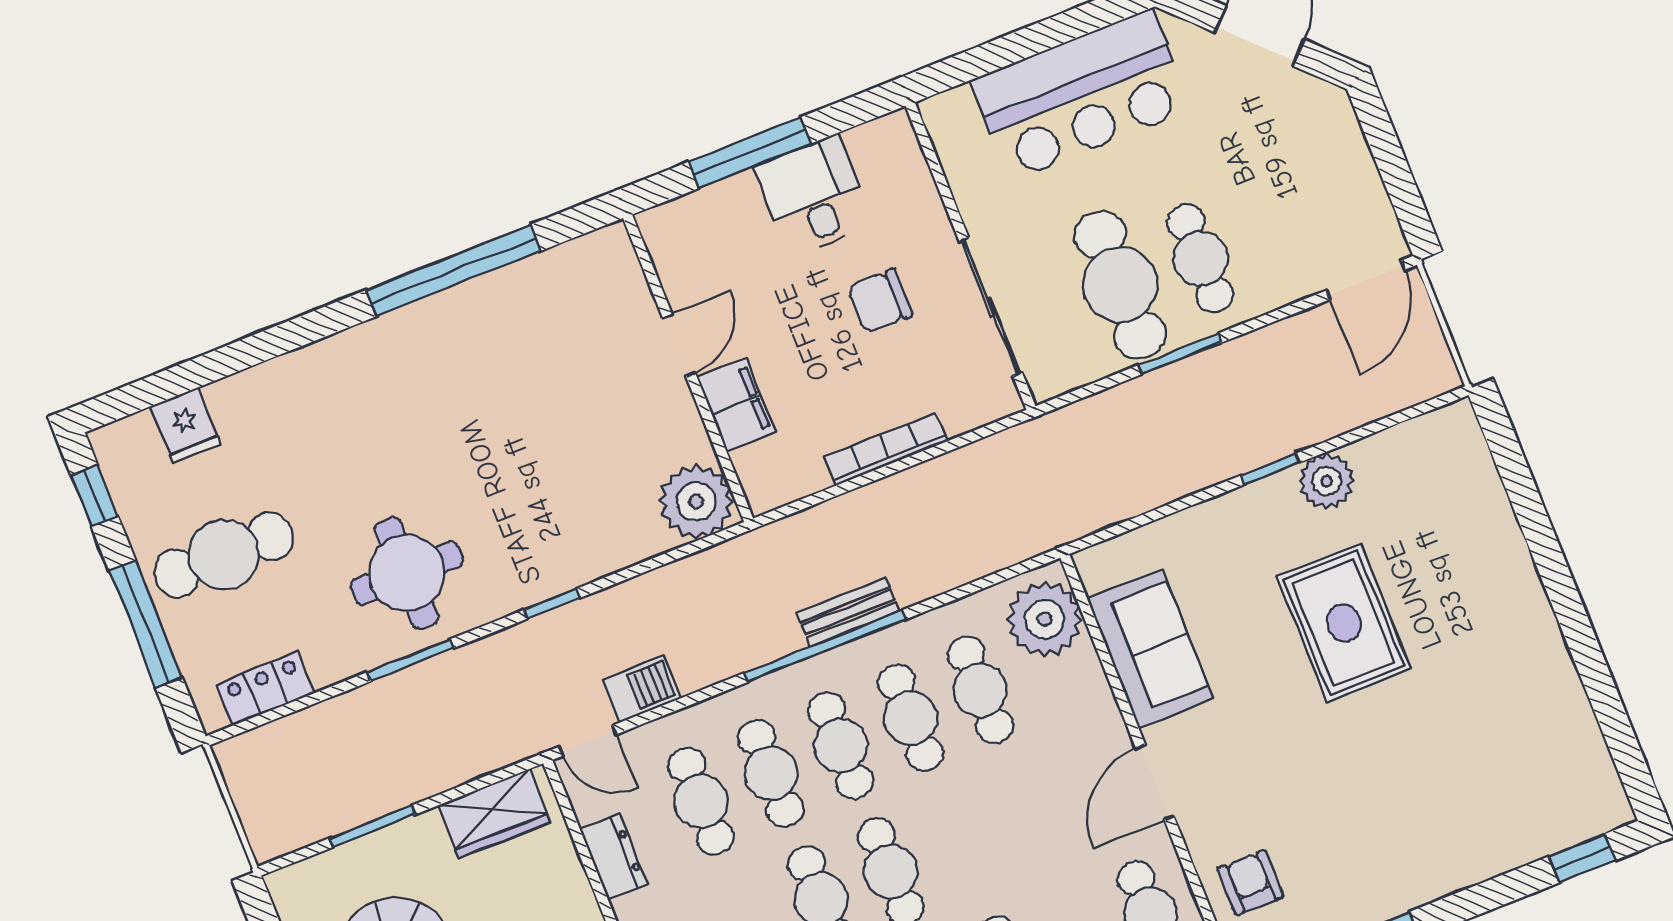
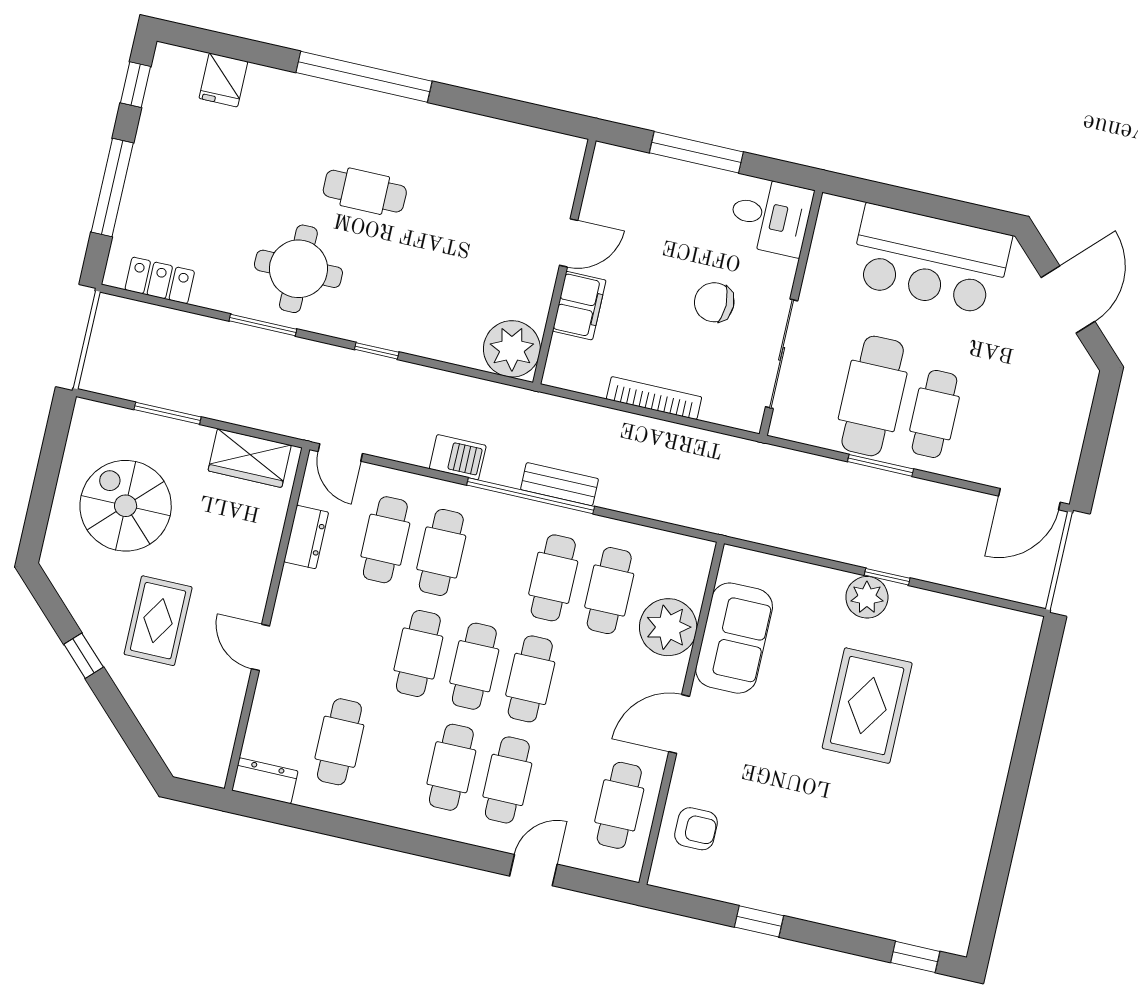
desk: (814, 196) -> (770, 216), moved, turned 90
window: (453, 271) -> (364, 77), moved
plant: (1327, 481) -> (867, 597), moved
cafe table: (224, 555) -> (365, 191), moved, width x0.73, depth x0.74
plant: (1045, 619) -> (668, 627), moved
barbecue: (642, 689) -> (458, 457), moved
cafe table: (841, 746) -> (530, 679), moved
armchair: (1251, 883) -> (696, 829), turned 90

